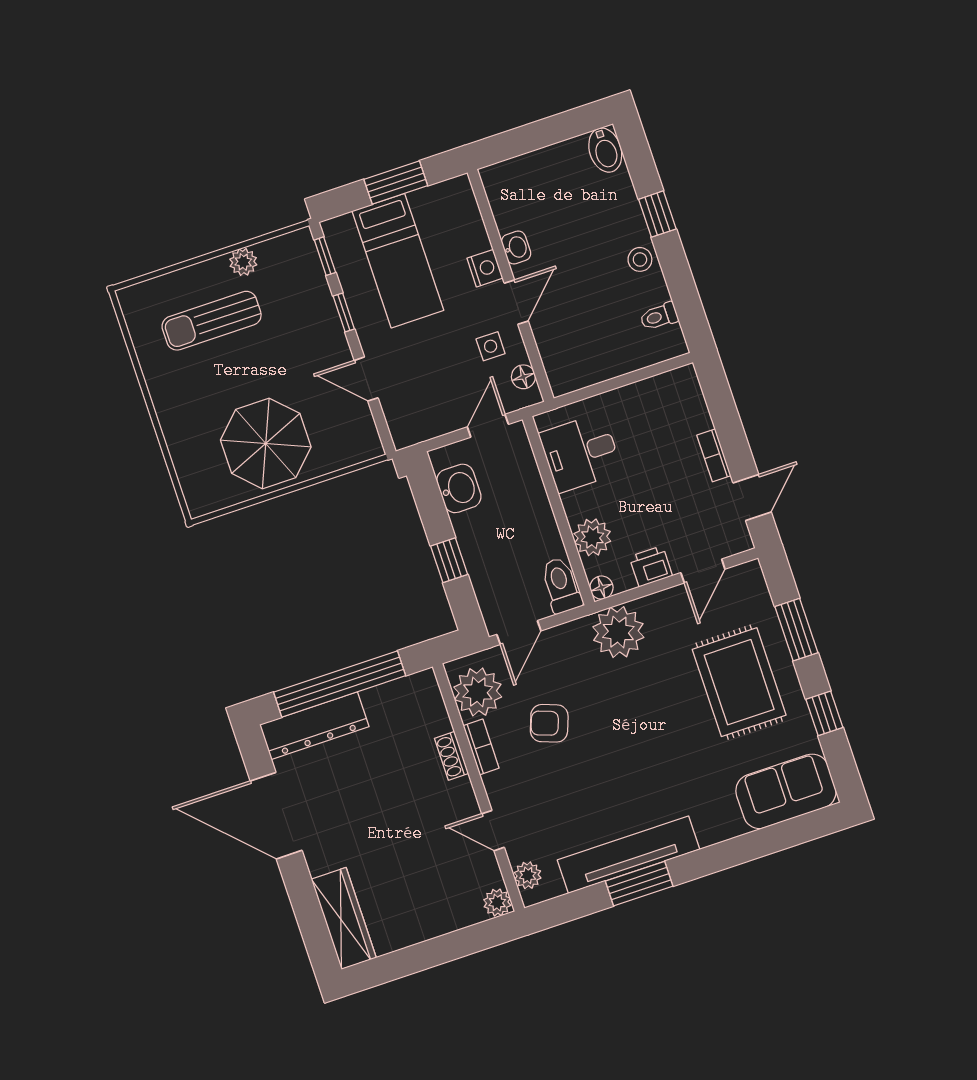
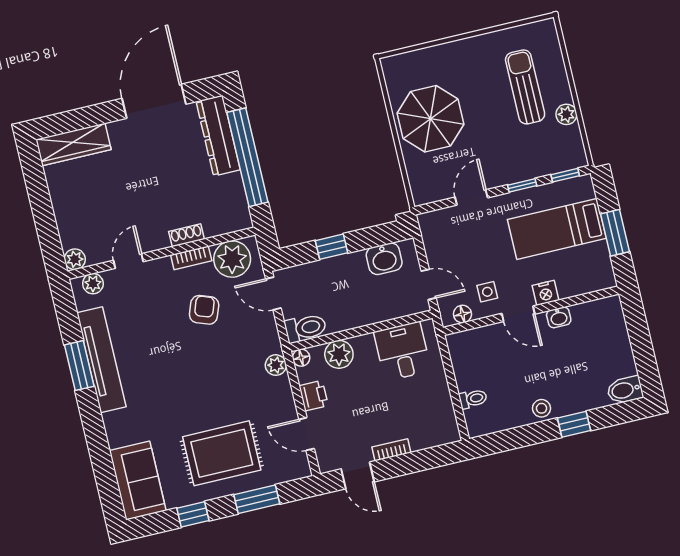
toilet: (659, 316) -> (473, 399), moved, turned 90
plant: (618, 632) -> (276, 365), width x0.53, depth x0.53

